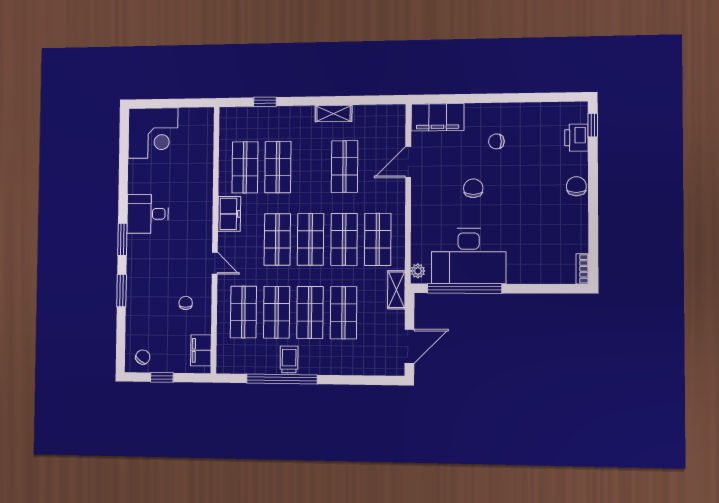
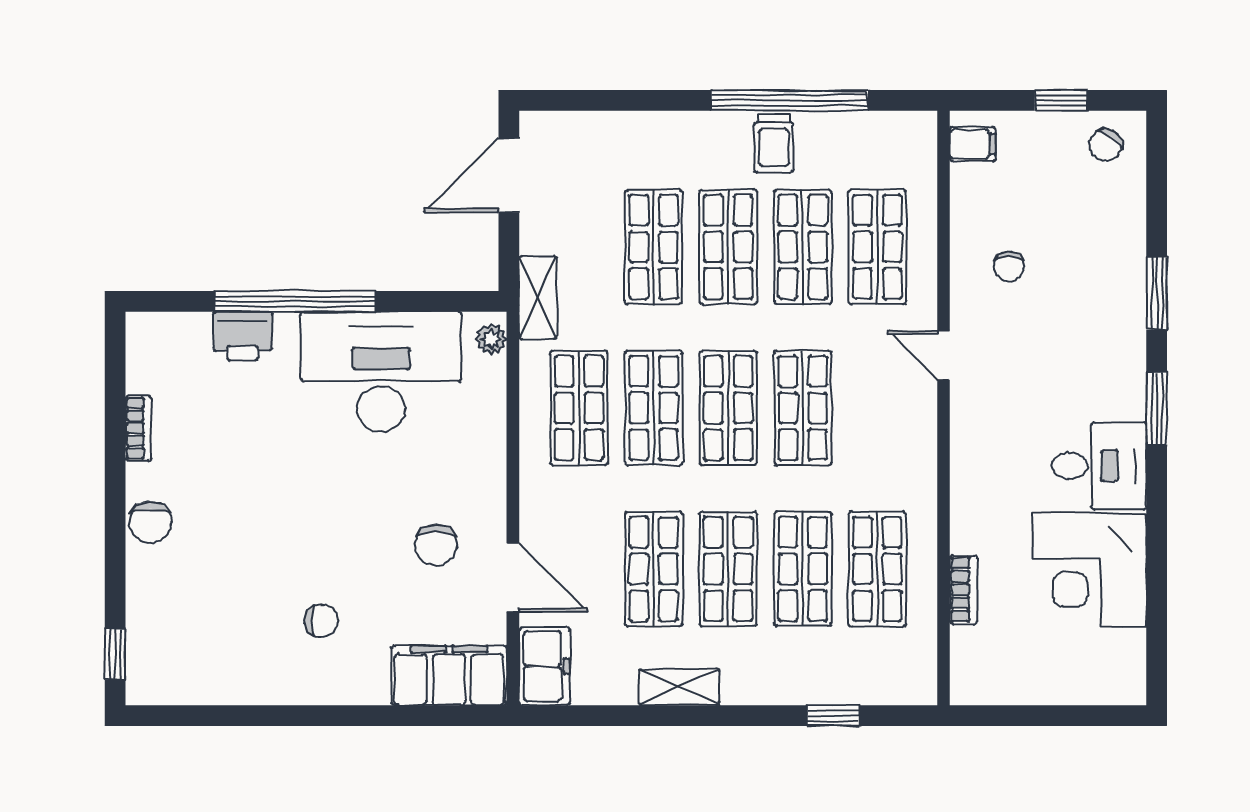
corner desk: (153, 133) -> (1090, 570), moved, turned -90
printer: (576, 138) -> (243, 336), moved, turned 90
bookcase: (207, 159) -> (963, 590), added
door: (408, 162) -> (513, 578), hinge flipped
shop shelf: (311, 167) -> (728, 569), added
chair: (473, 188) -> (436, 545), moved
freezer: (229, 214) -> (544, 666), moved, turned 180
bookcase: (582, 269) -> (138, 428), moved
window: (465, 288) -> (295, 301), moved
filing cabinet: (201, 350) -> (973, 144), width x0.50

